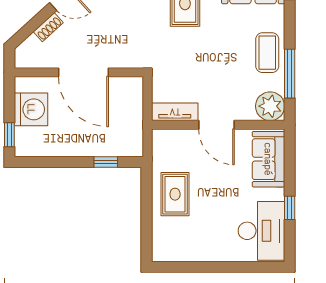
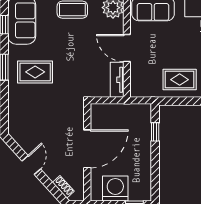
shoe rack: (48, 27) -> (63, 187), moved
door: (216, 125) -> (127, 48), swing flipped

